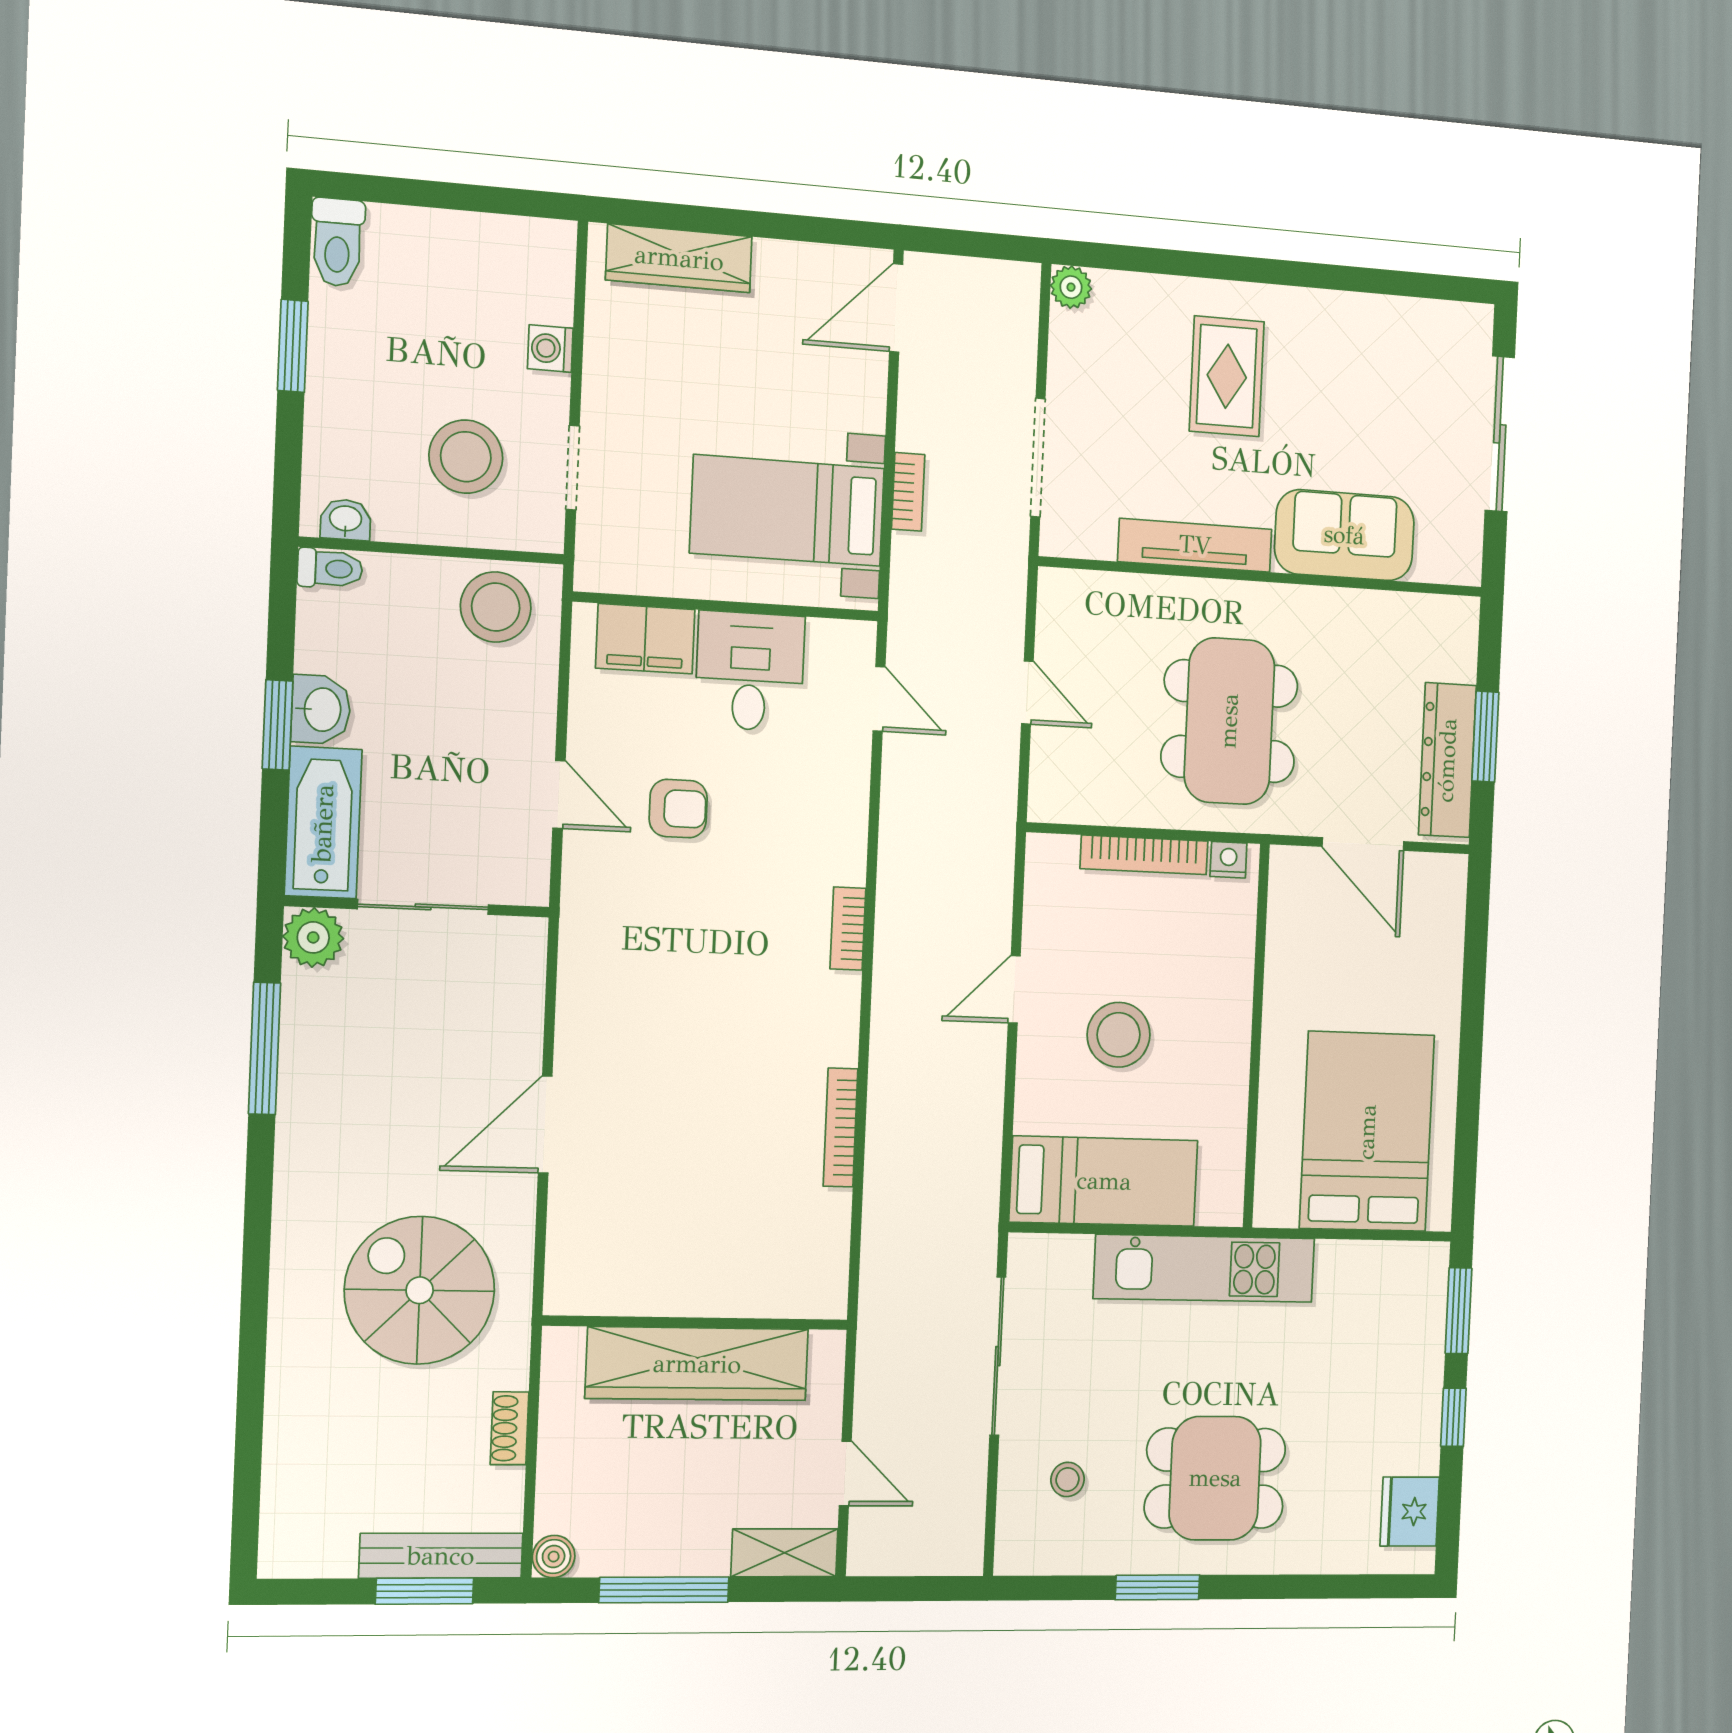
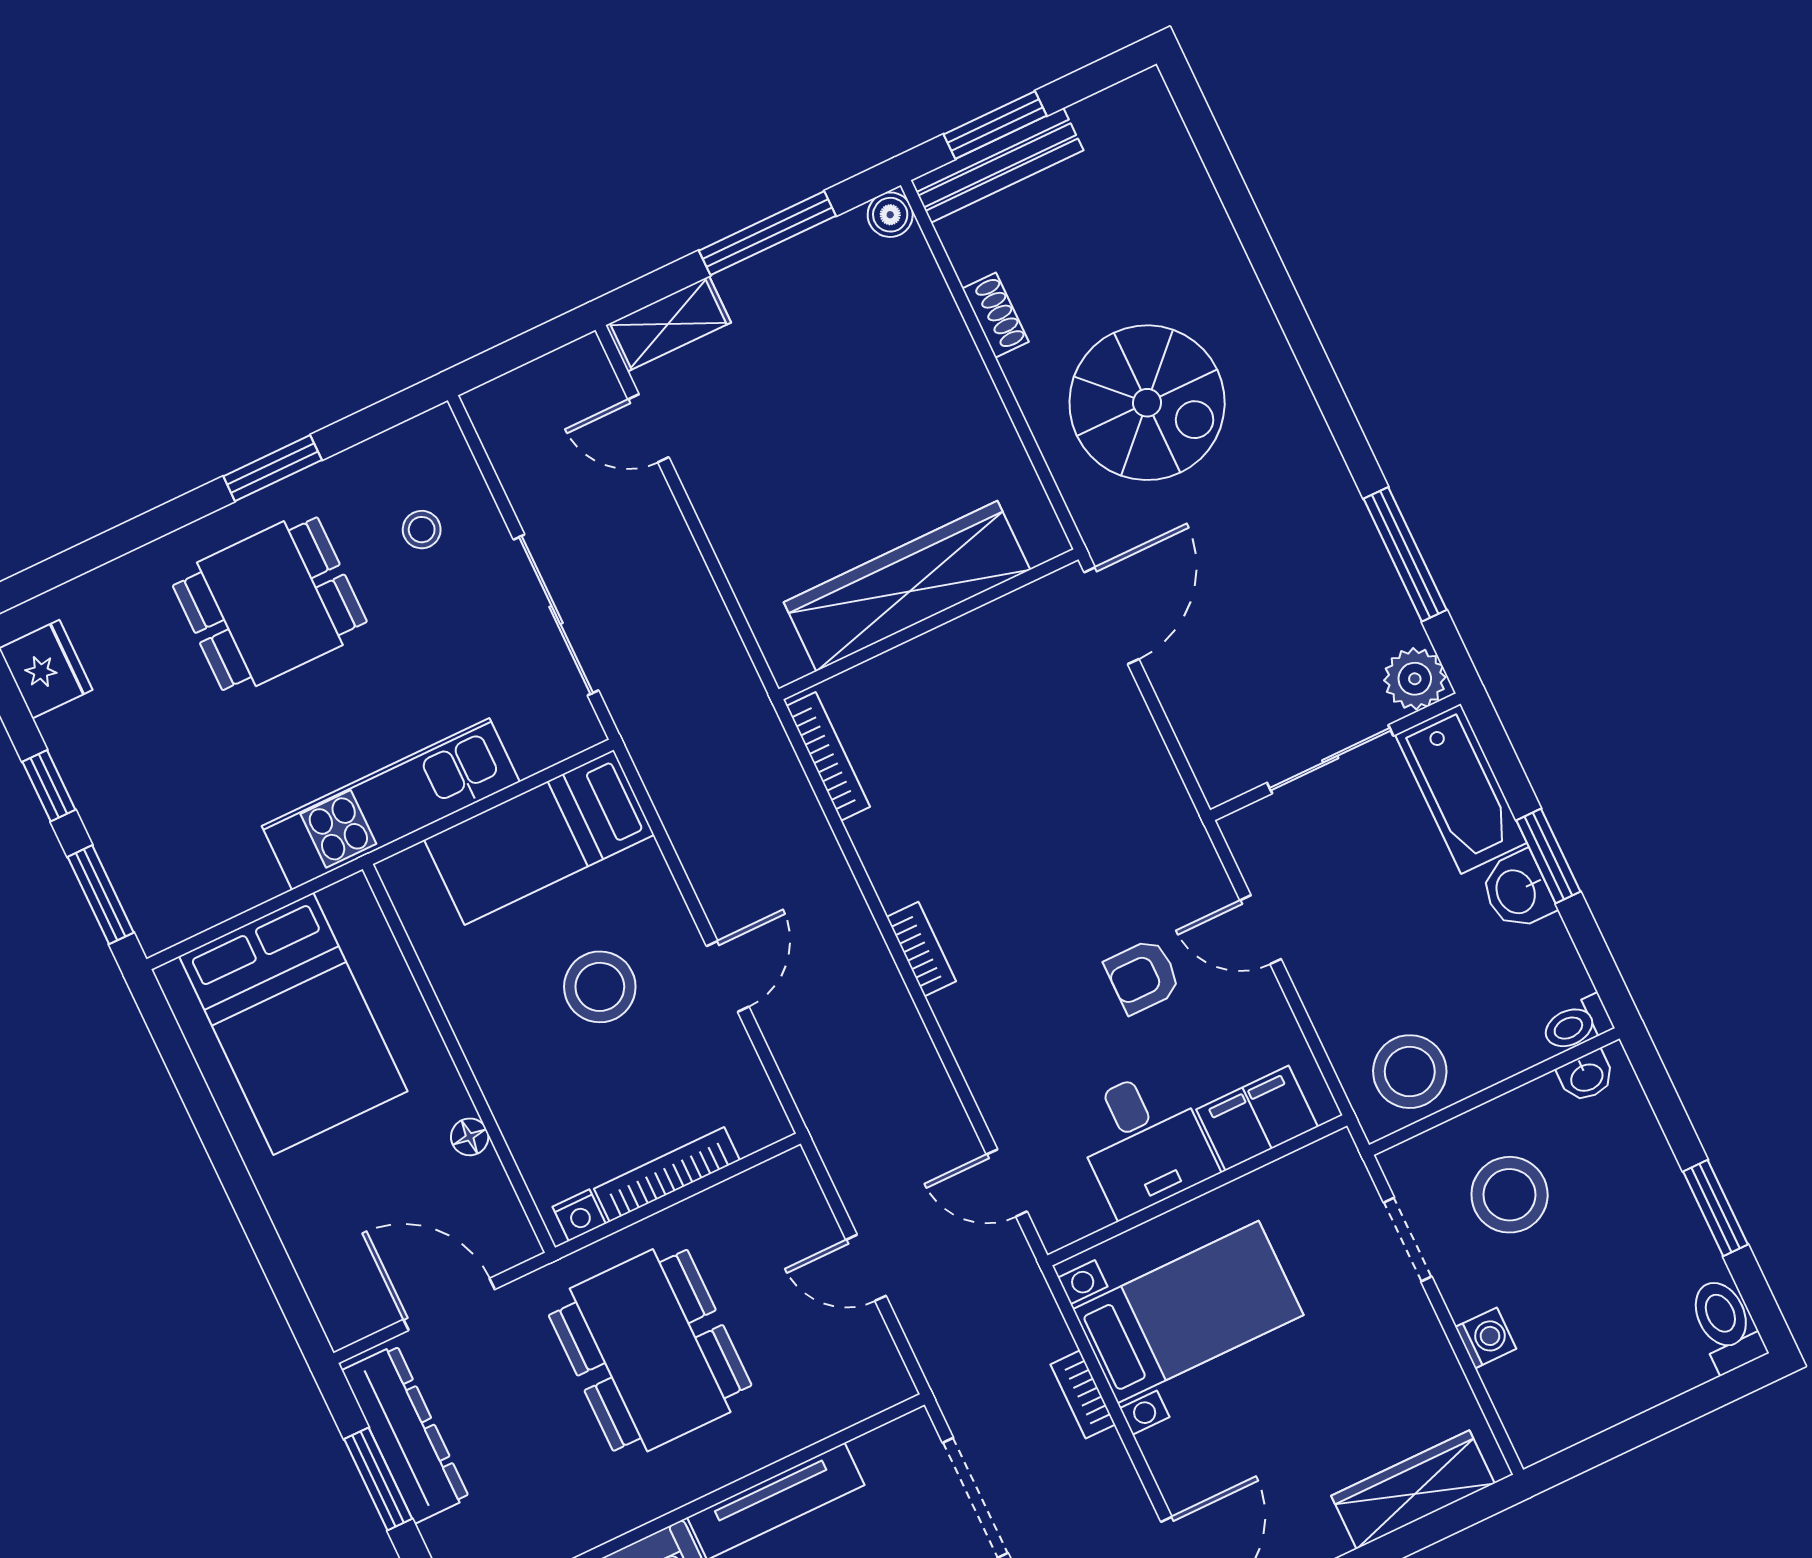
floor lamp: (1280, 969) -> (470, 1137), added
wall: (696, 1323) -> (928, 624), moved
wardrobe: (697, 1364) -> (907, 586), moved

